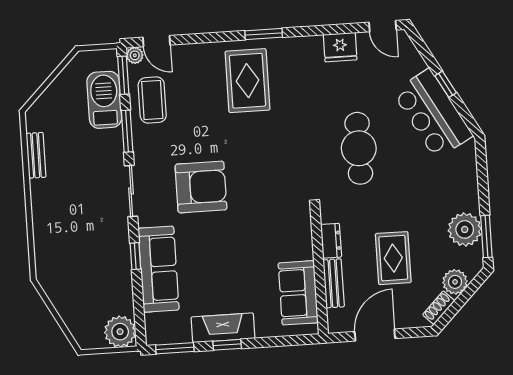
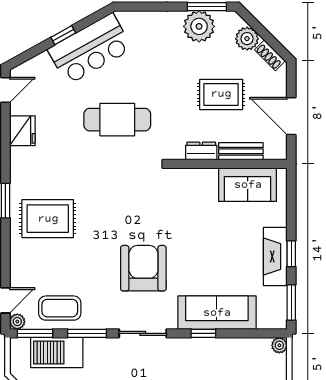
plant: (120, 332) -> (279, 345), width x0.53, depth x0.53

